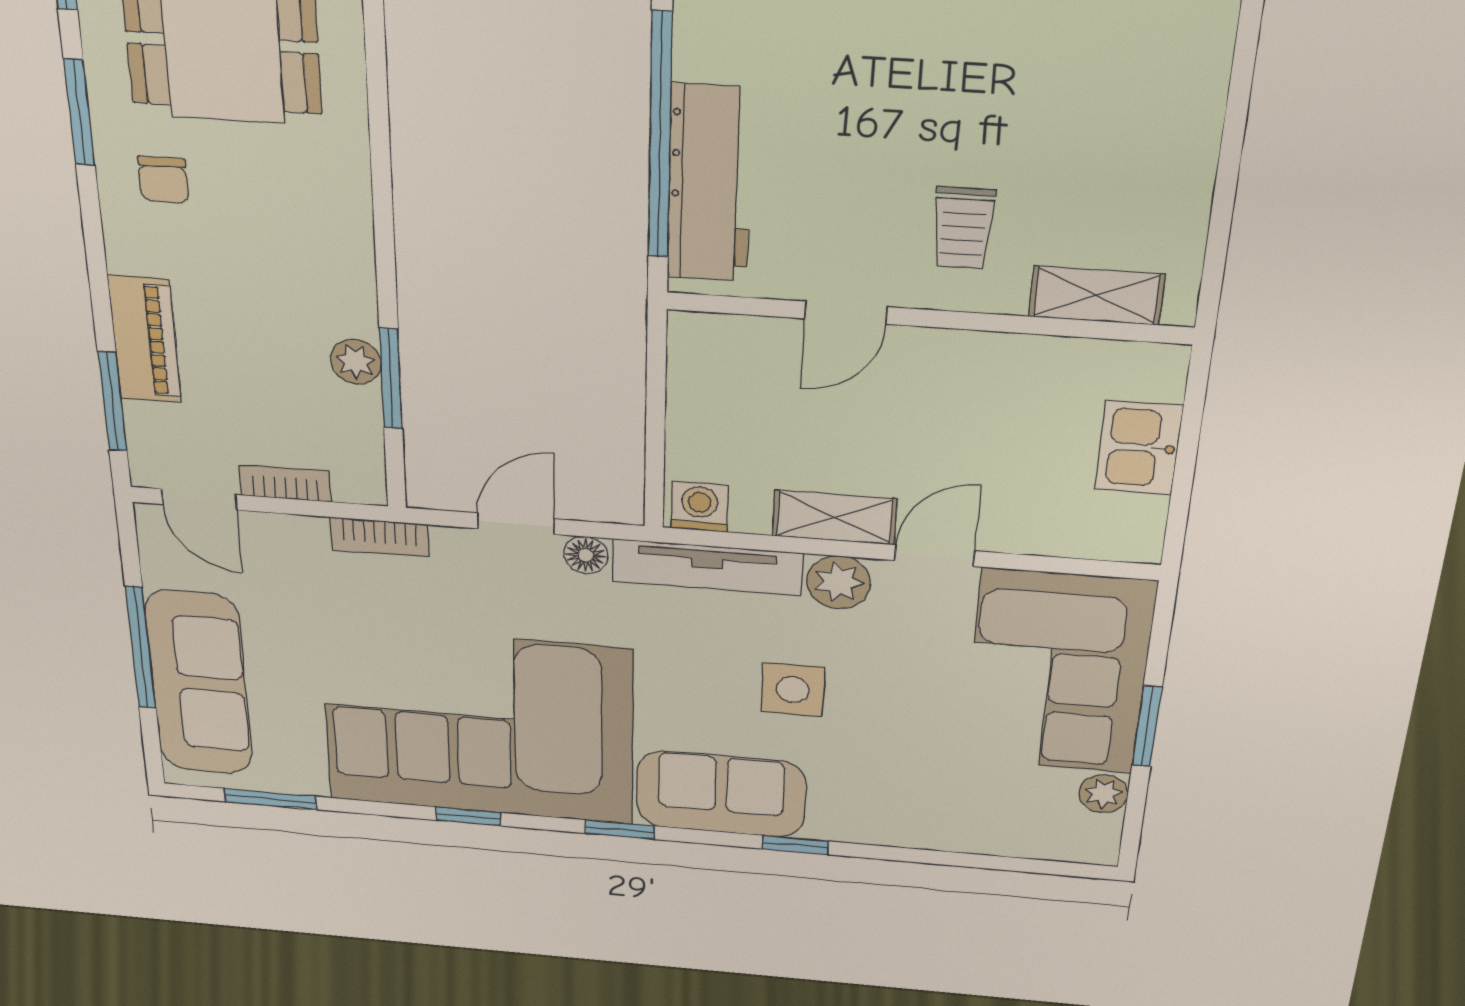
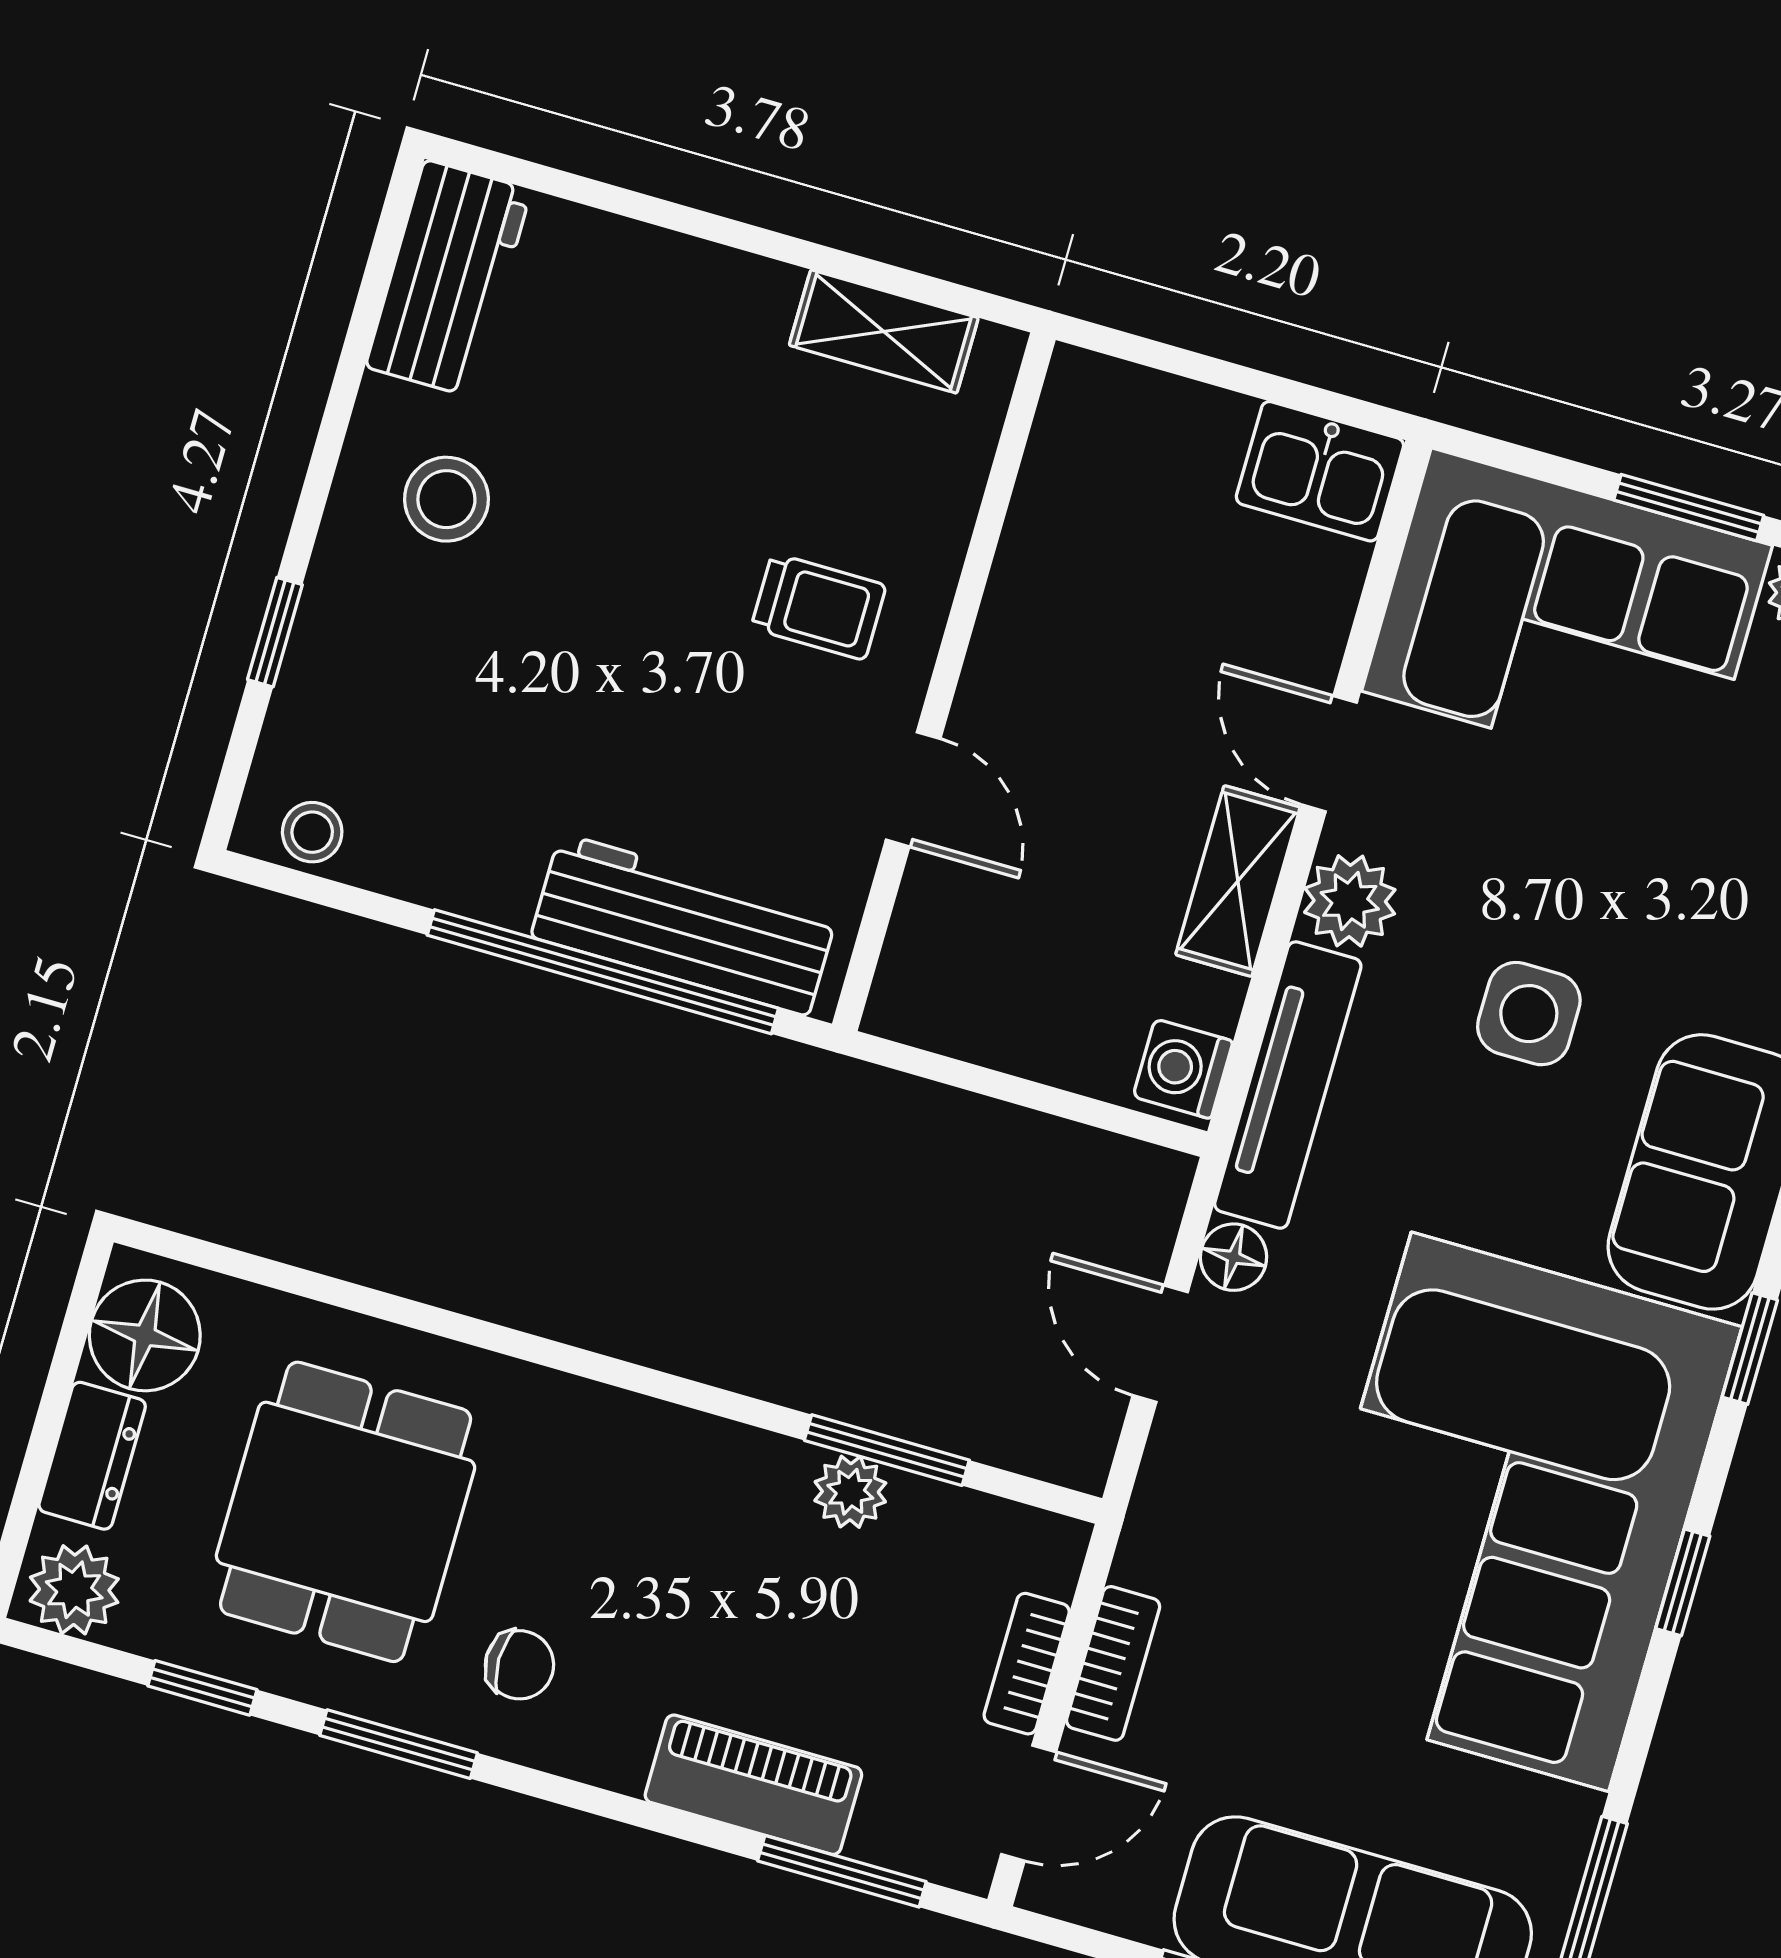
shelving: (1097, 295) -> (884, 331), moved, turned 90
kitchen sink: (1139, 448) -> (1320, 471), moved
bookcase: (380, 537) -> (1113, 1663), moved

